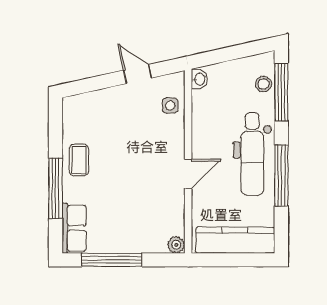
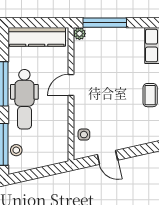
washbasin: (199, 79) -> (63, 154), removed
dental chair: (252, 154) -> (24, 99), turned 180
window: (112, 260) -> (105, 23), moved

